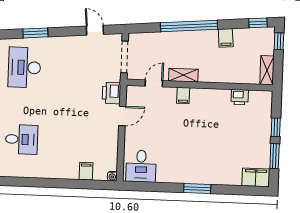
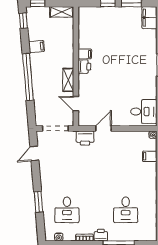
desk: (24, 67) -> (67, 210), width x0.73
filing cabinet: (183, 96) -> (85, 54), moved
printer: (240, 97) -> (84, 67), moved
door: (122, 116) -> (103, 128), hinge flipped
desk: (22, 139) -> (126, 210), turned 180

